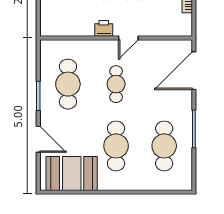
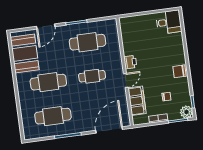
filing cabinet: (159, 26) -> (137, 101), added
door: (128, 38) -> (126, 80), swing flipped
door: (194, 71) -> (109, 130), hinge flipped

